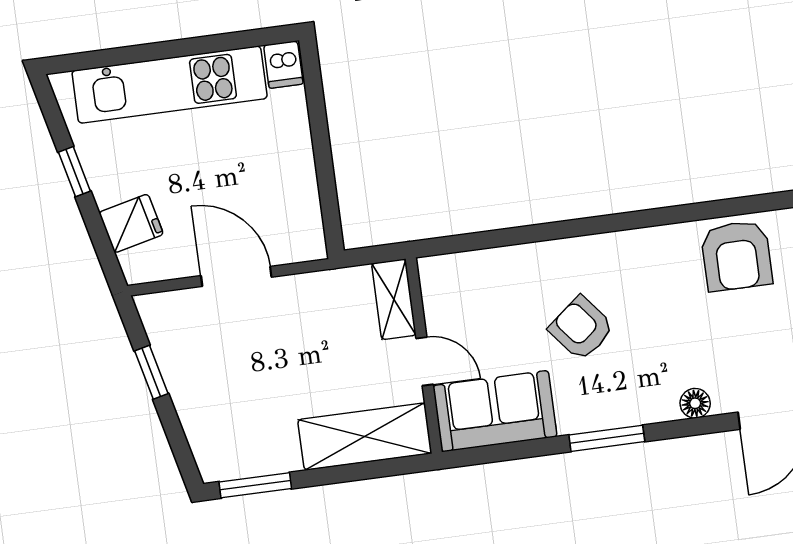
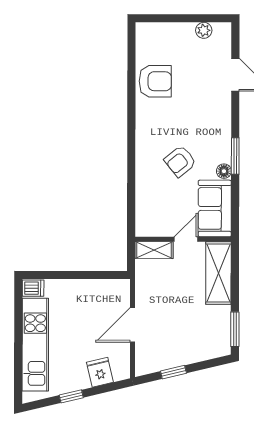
floor lamp: (695, 403) -> (224, 171), moved

